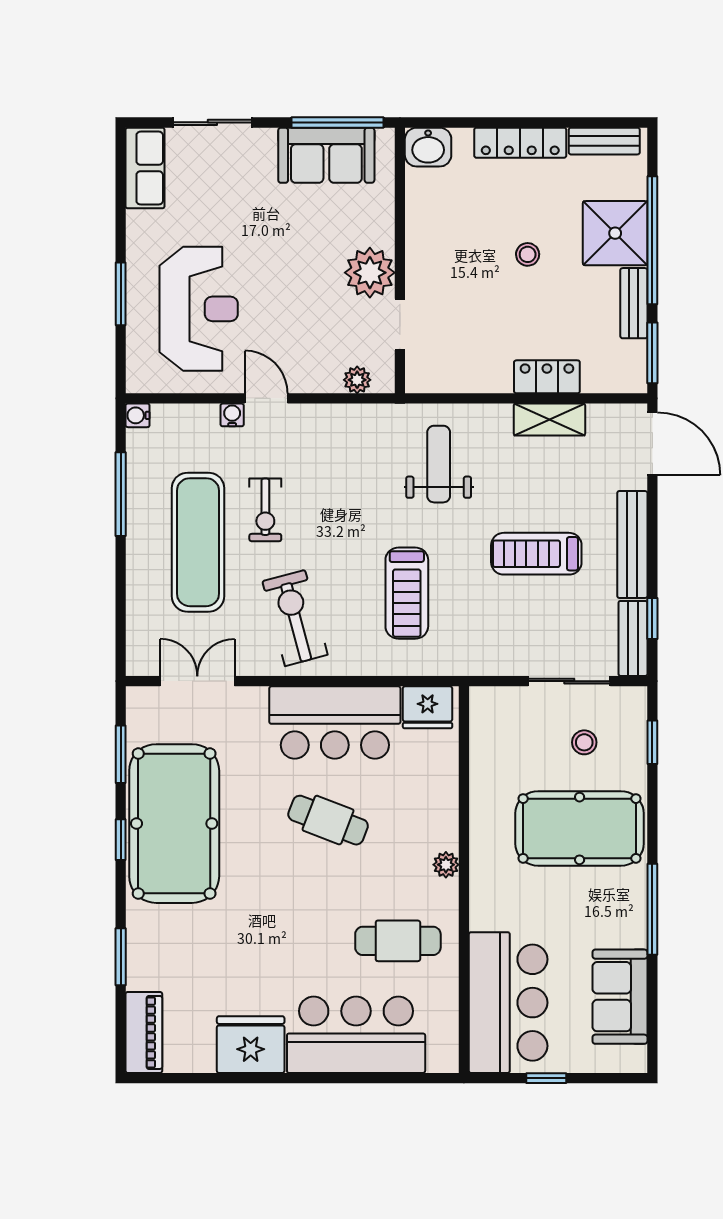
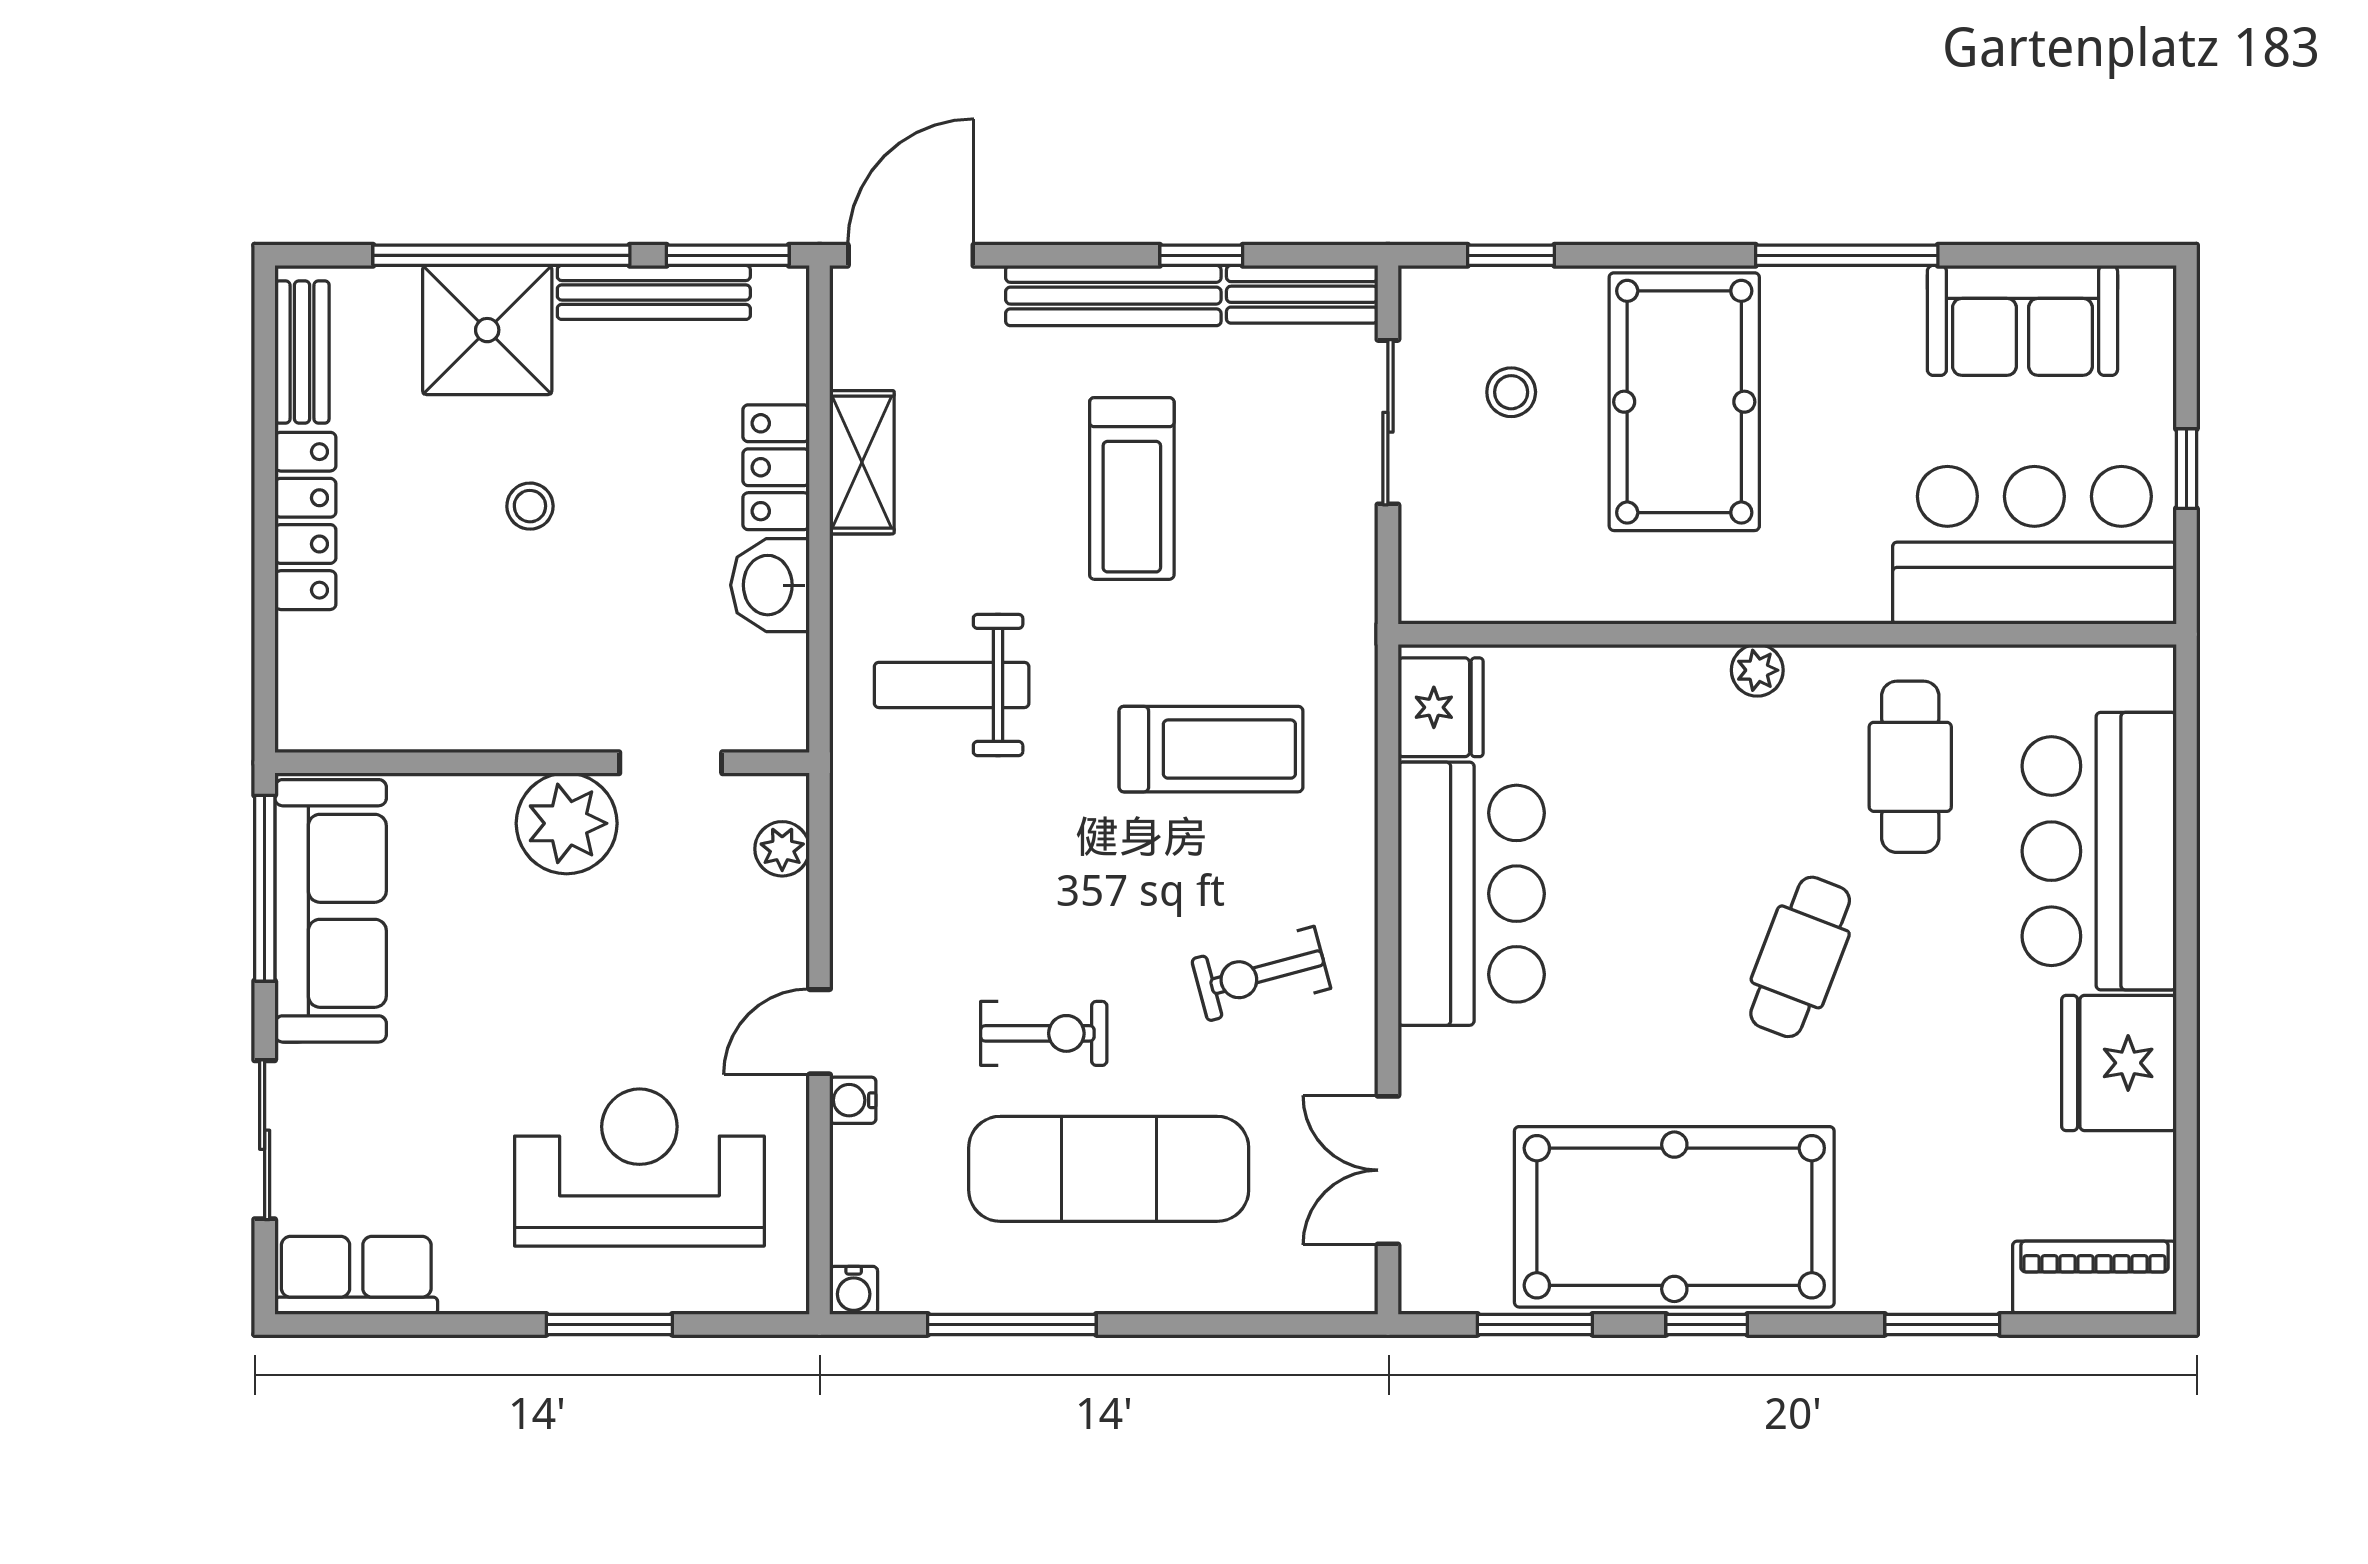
washbasin: (428, 147) -> (770, 585), moved, turned 180
sofa: (326, 155) -> (331, 911), width x1.36
bench: (634, 303) -> (654, 292), width x1.36
exercise bike: (295, 618) -> (1261, 974), width x0.73, depth x0.72
window: (652, 618) -> (1201, 255), moved
cafe table: (328, 820) -> (1800, 957), moved

